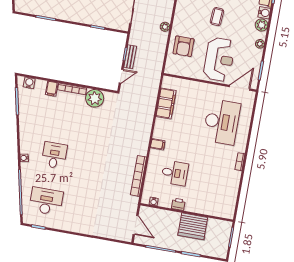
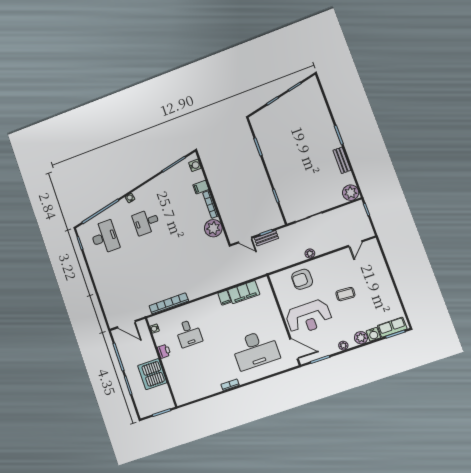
filing cabinet: (158, 144) -> (224, 298), moved
desk: (54, 155) -> (146, 222), turned 180
door: (136, 225) -> (126, 324), hinge flipped

